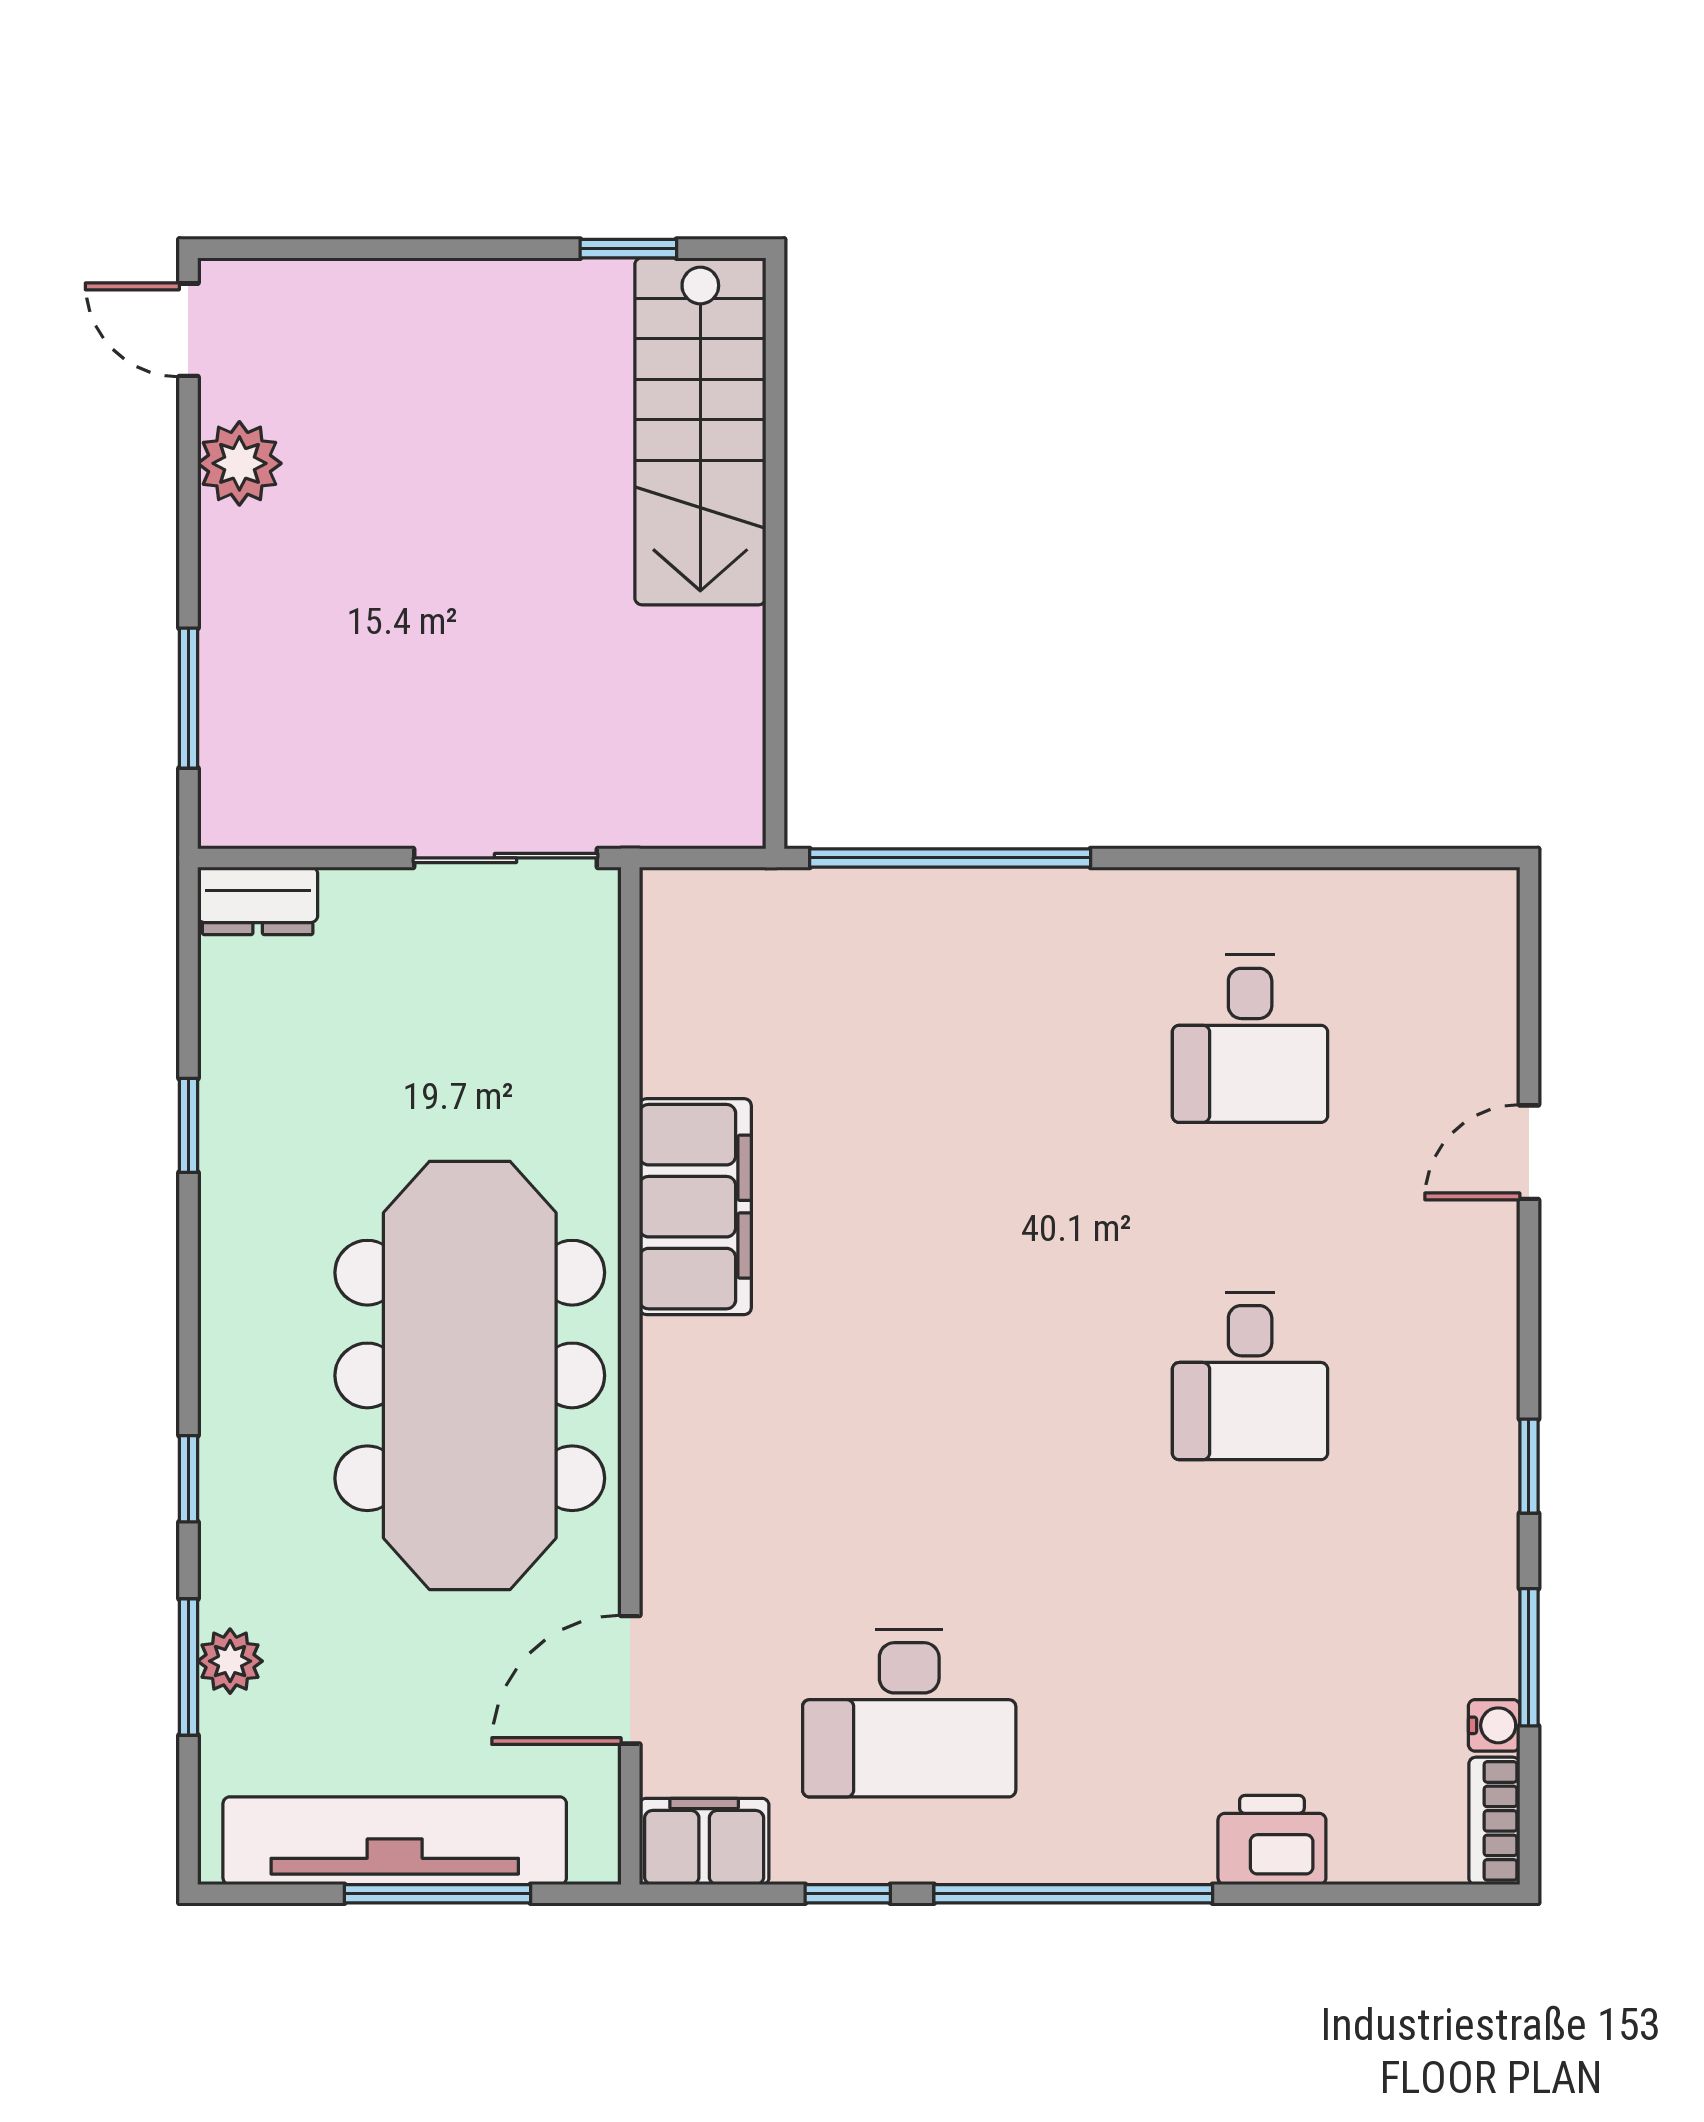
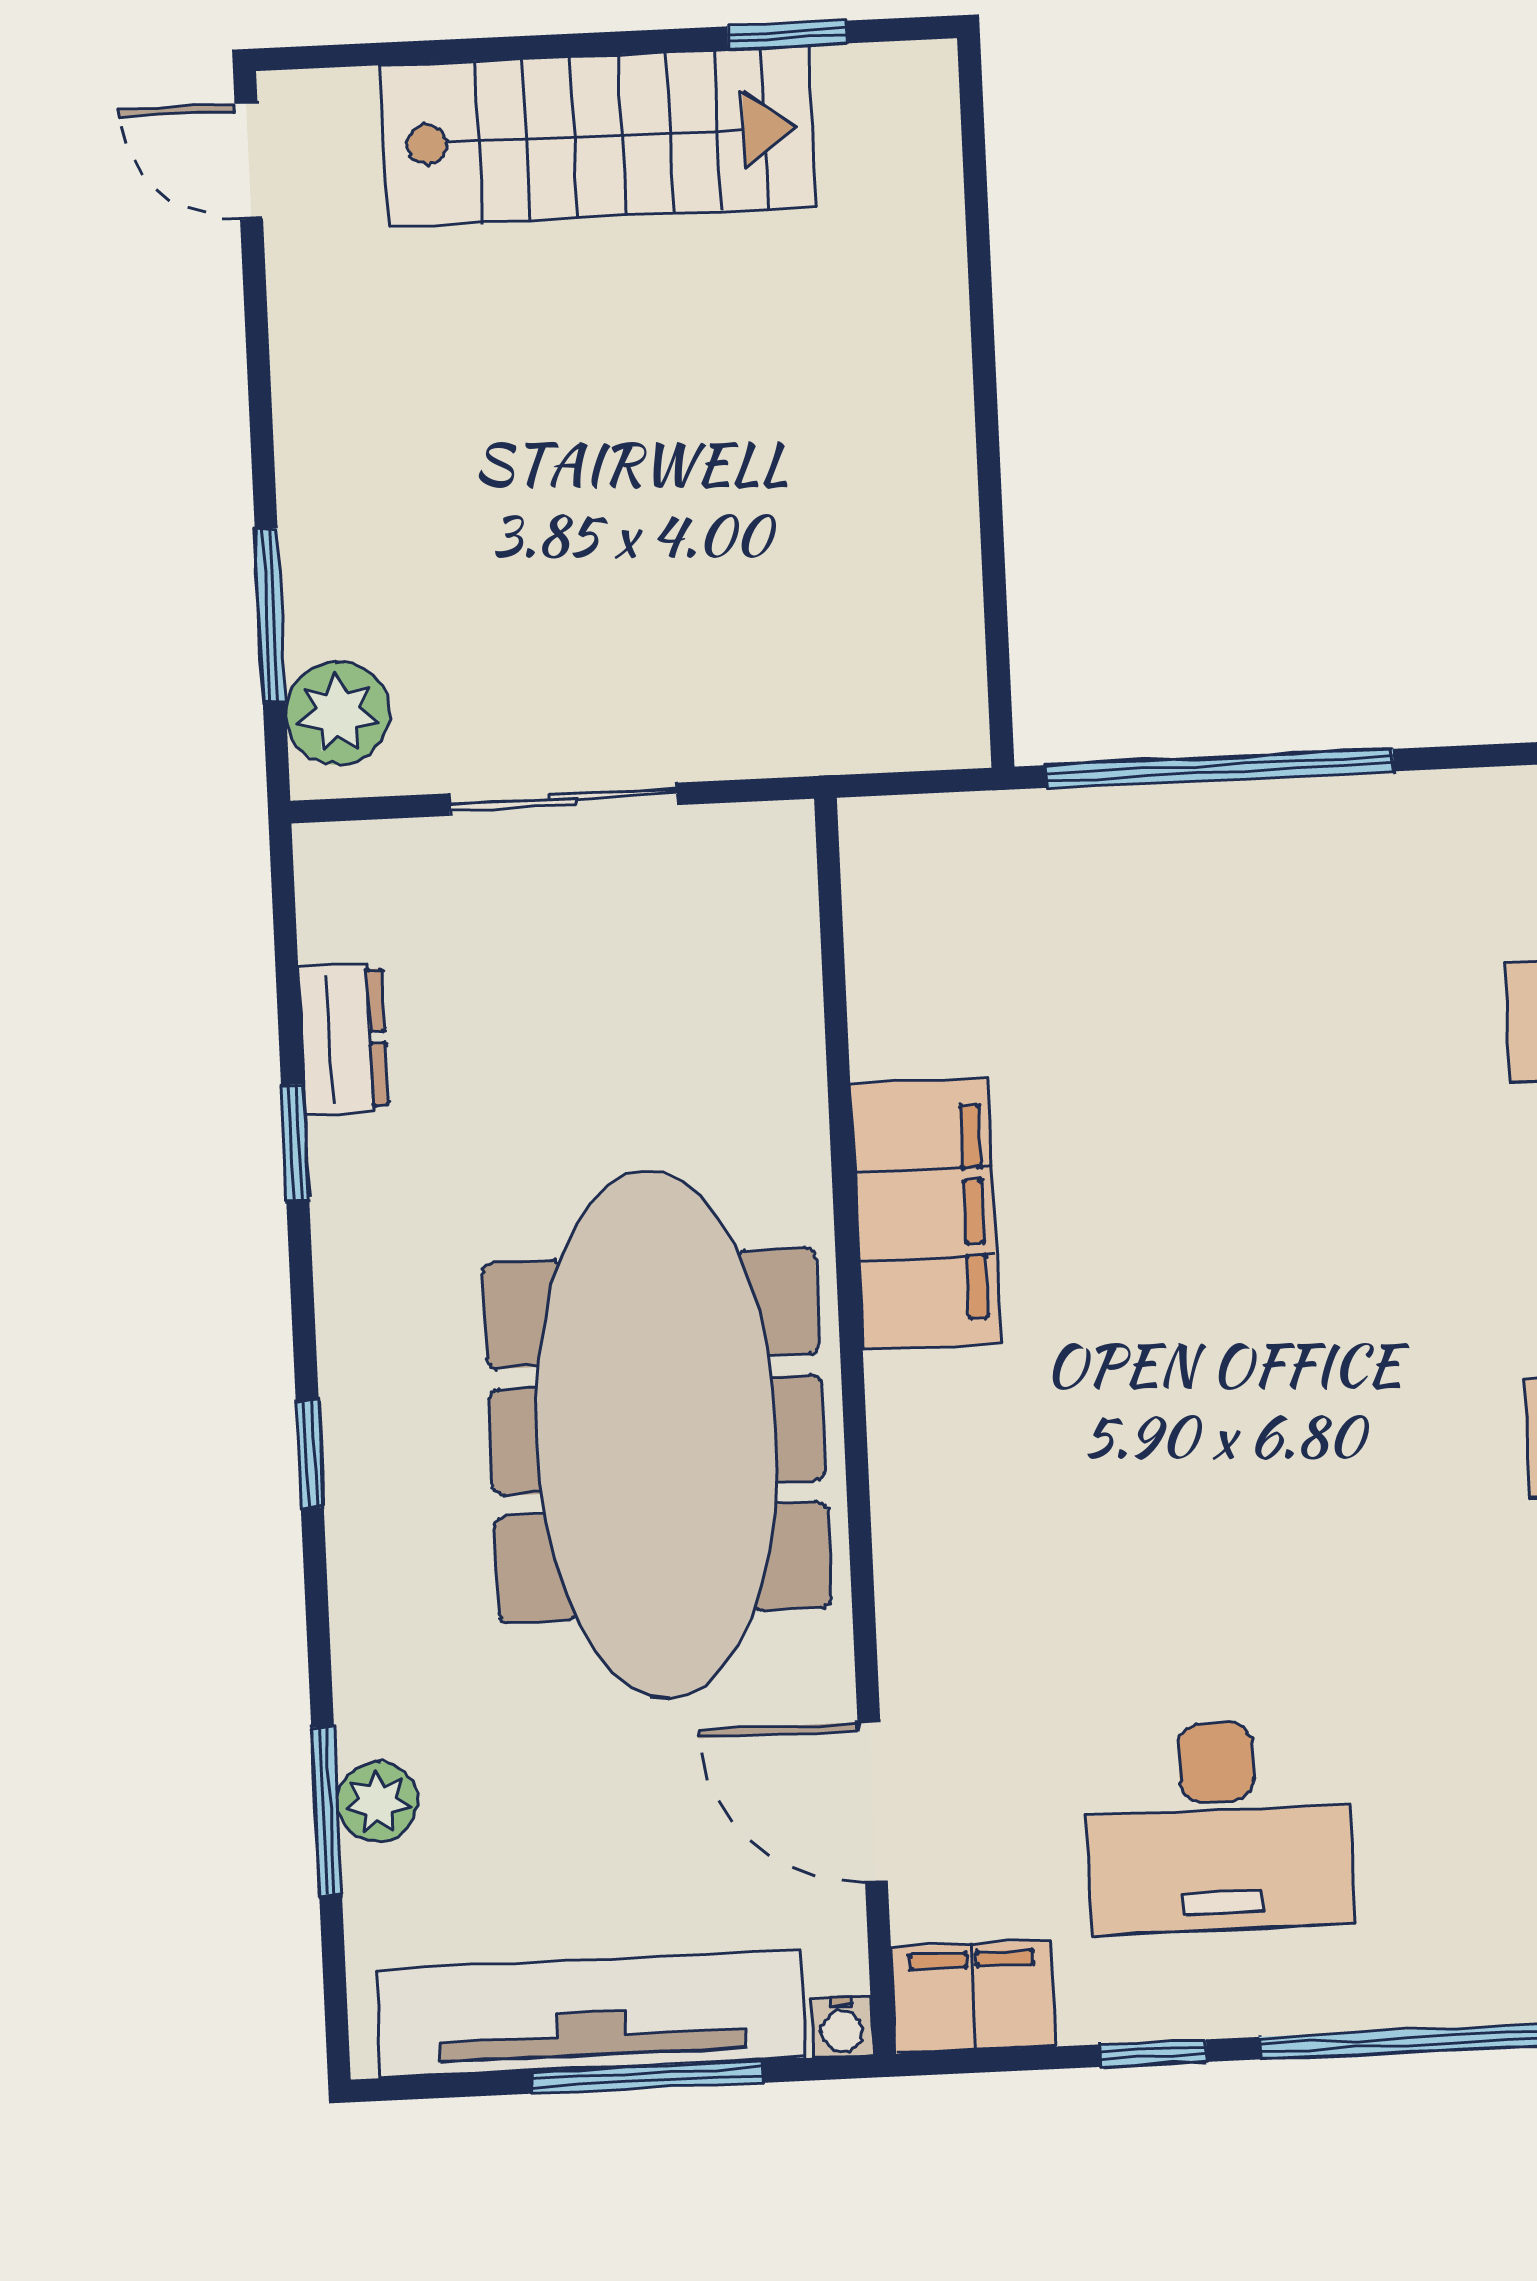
stairs: (700, 431) -> (598, 136), moved, turned -90
plant: (239, 463) -> (338, 713), moved
sliding door: (505, 858) -> (563, 799), moved
dresser: (258, 901) -> (343, 1039), moved, turned -90
window: (188, 1479) -> (310, 1454), moved
door: (630, 1680) -> (873, 1802), hinge flipped
water cooler: (597, 1860) -> (842, 2026), added

